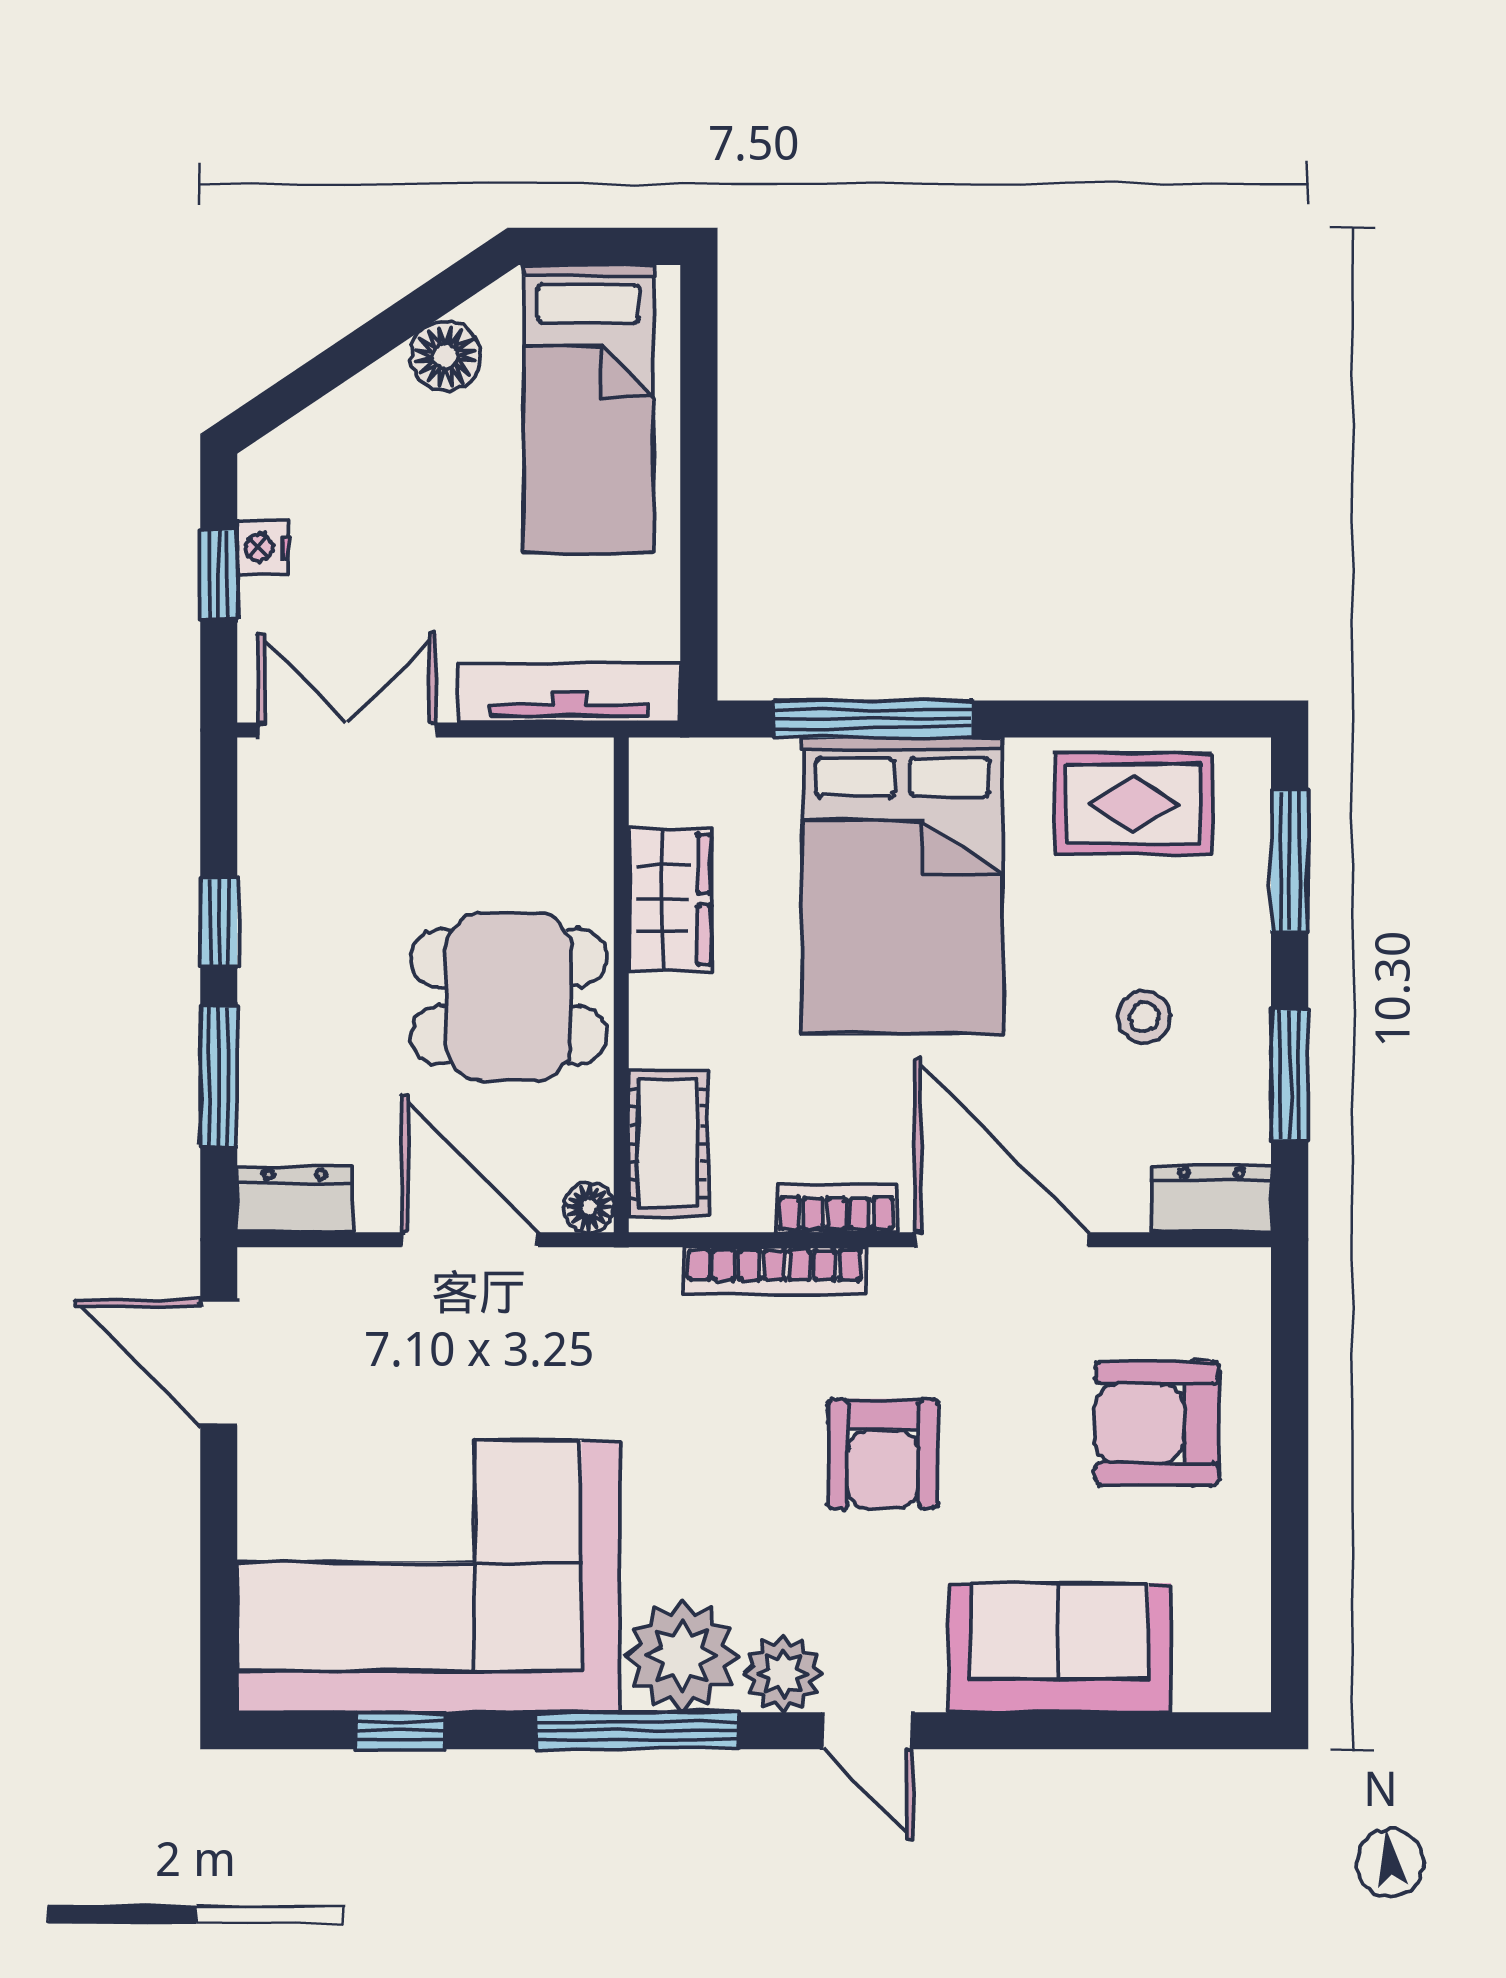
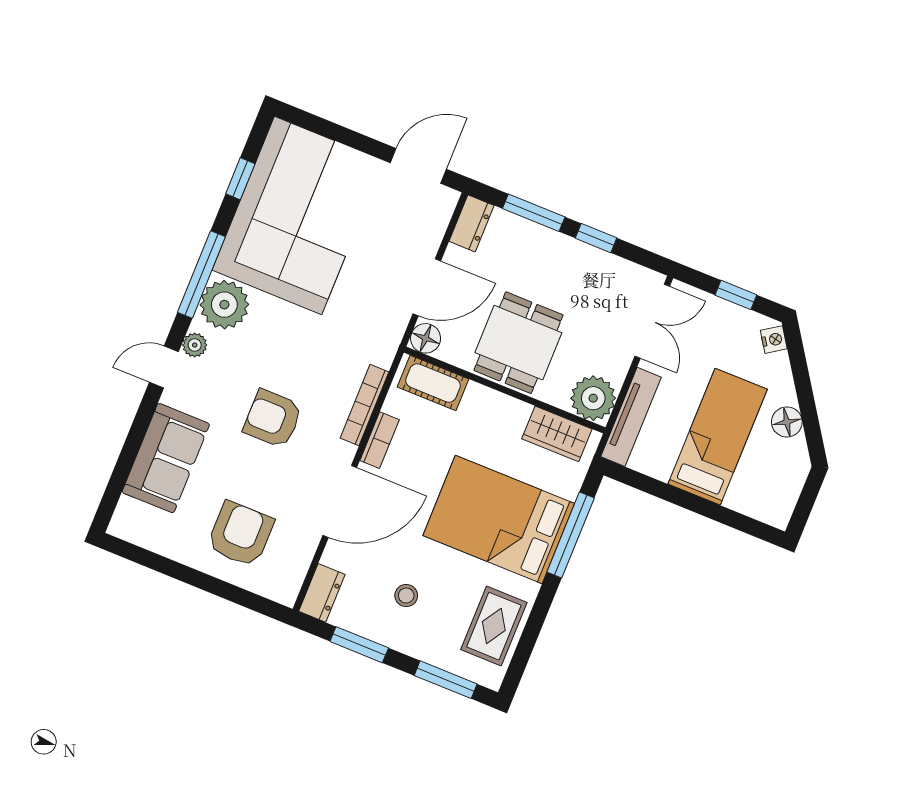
bed: (589, 409) -> (718, 437), moved, turned 90
nightstand: (263, 547) -> (774, 340), moved, turned 56
plant: (562, 789) -> (593, 398), added
wardrobe: (670, 899) -> (557, 434), moved
floor lamp: (589, 1207) -> (426, 338), width x1.37, depth x1.37
plant: (783, 1674) -> (195, 345), width x0.73, depth x0.73

